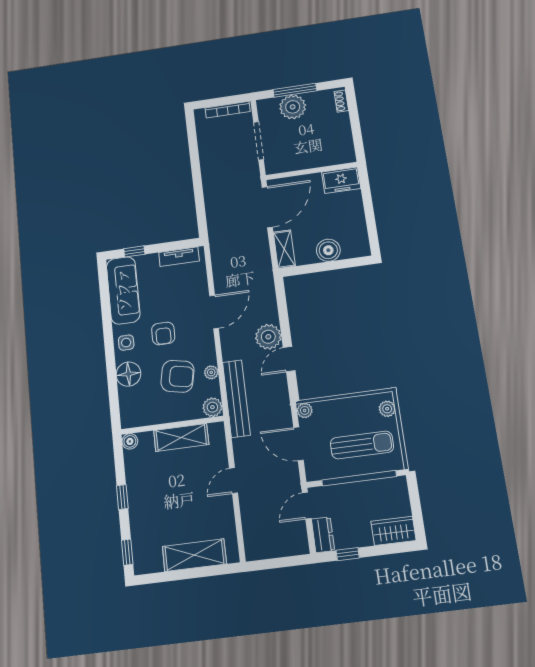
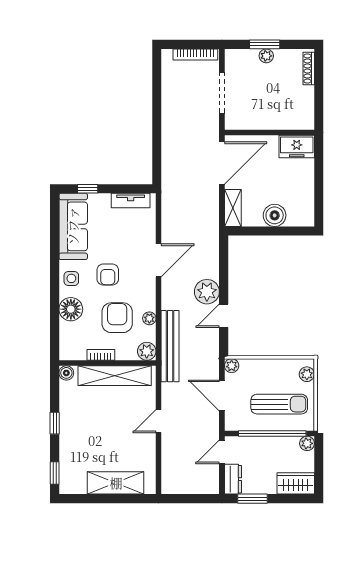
window: (295, 90) -> (265, 44), width x0.69
shoe rack: (341, 101) -> (309, 68), width x1.43
plant: (293, 107) -> (266, 56), width x0.53, depth x0.53
armchair: (177, 376) -> (117, 318), turned -101
bookcase: (164, 417) -> (101, 355), added
shelving: (181, 437) -> (115, 376), width x1.47
plant: (399, 484) -> (307, 443), added
window: (348, 554) -> (252, 499), width x1.50

